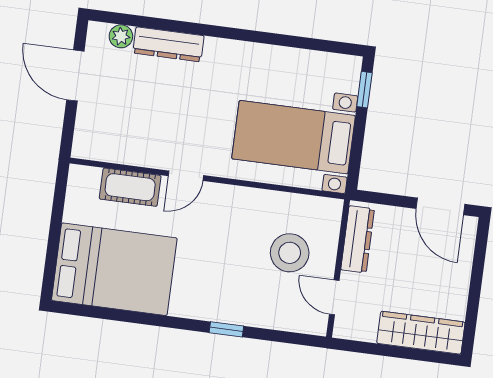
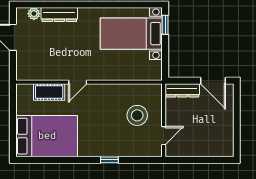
bed with nightstands: (293, 137) -> (131, 34), moved
dresser: (358, 239) -> (182, 90), moved, turned 90
door: (334, 297) -> (164, 136), swing flipped
wardrobe: (421, 333) -> (211, 148), removed

